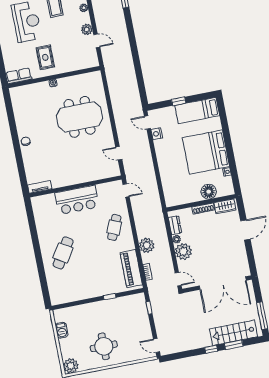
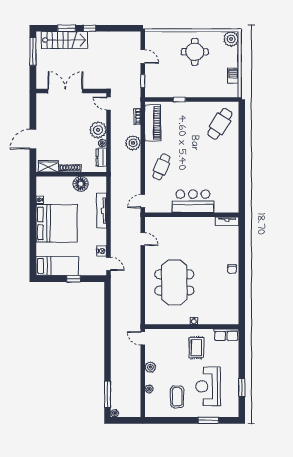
door: (97, 41) -> (143, 338), moved
meeting table: (80, 117) -> (174, 282), turned 90
tv unit: (164, 173) -> (102, 211), added
door: (126, 190) -> (143, 201), hinge flipped
floor lamp: (209, 192) -> (81, 184), moved
cafe table: (63, 253) -> (220, 124), moved
double door: (223, 283) -> (65, 91), width x0.73
door: (156, 345) -> (143, 56), moved

